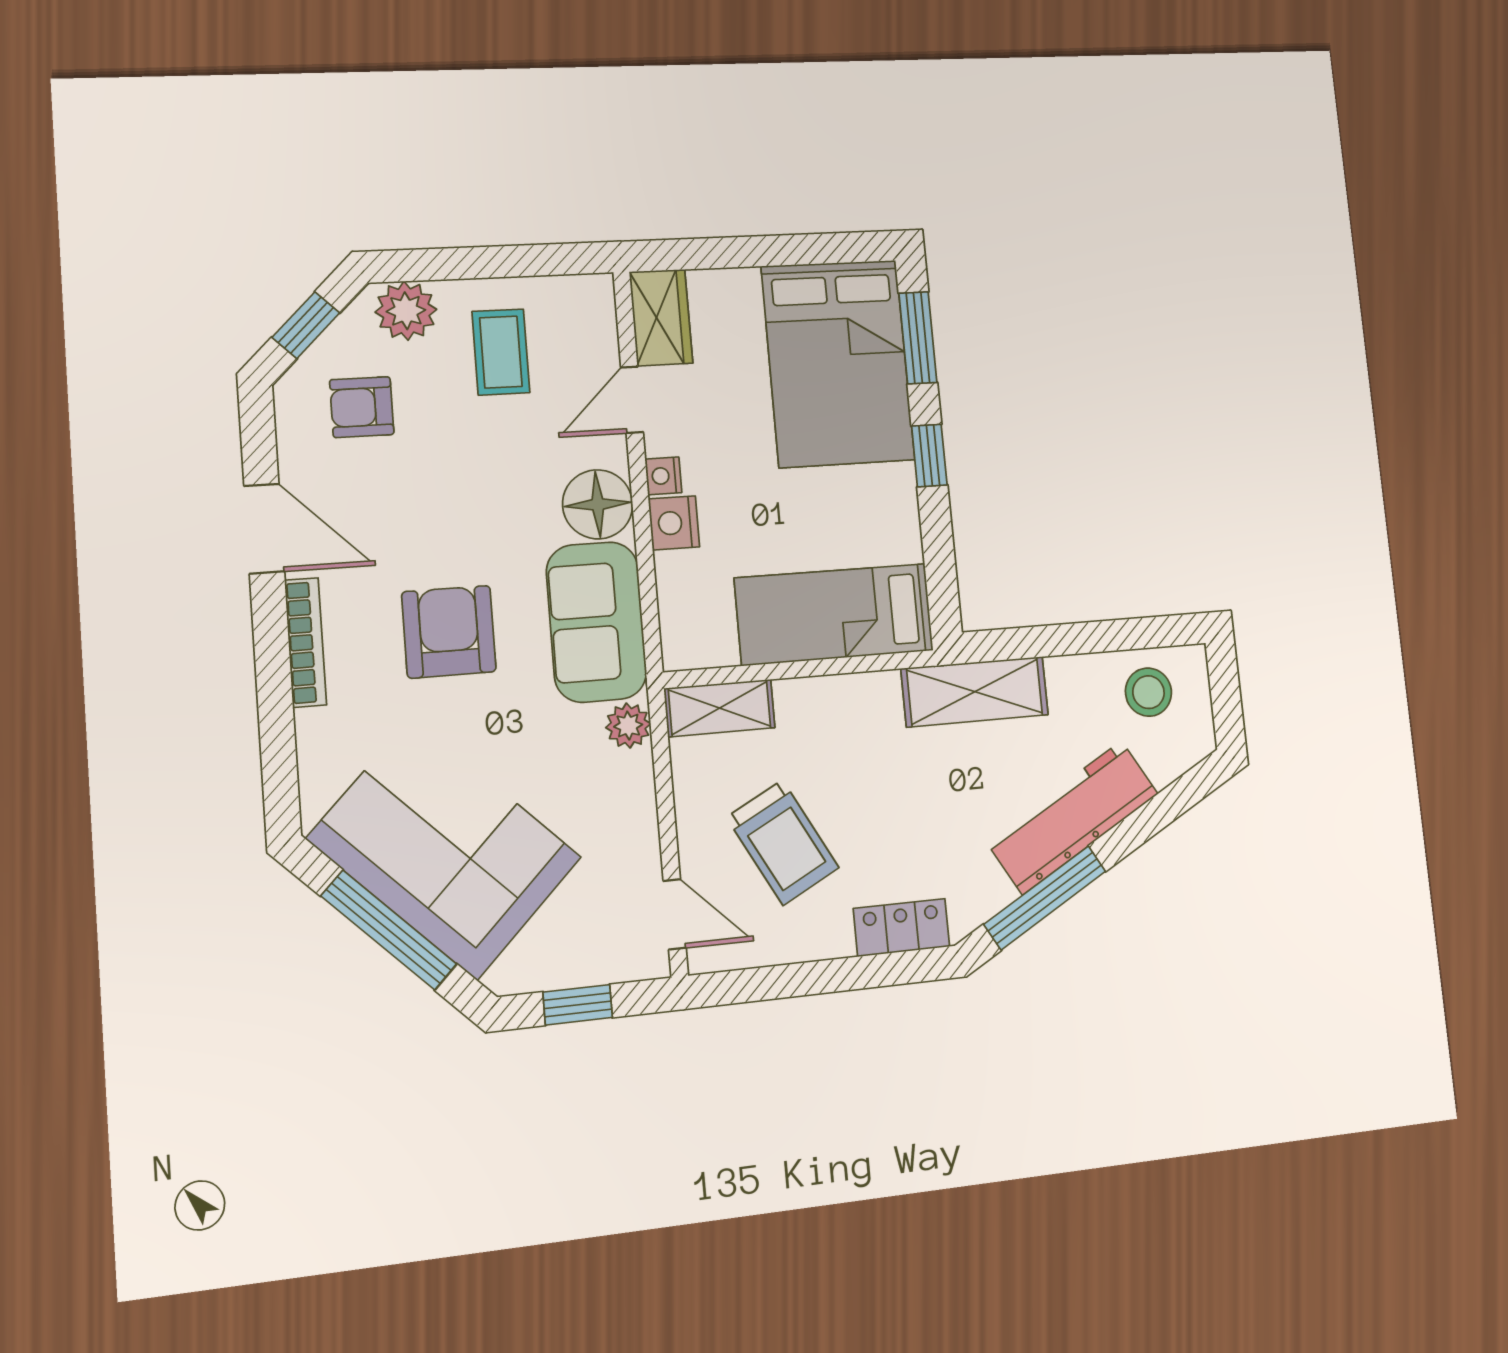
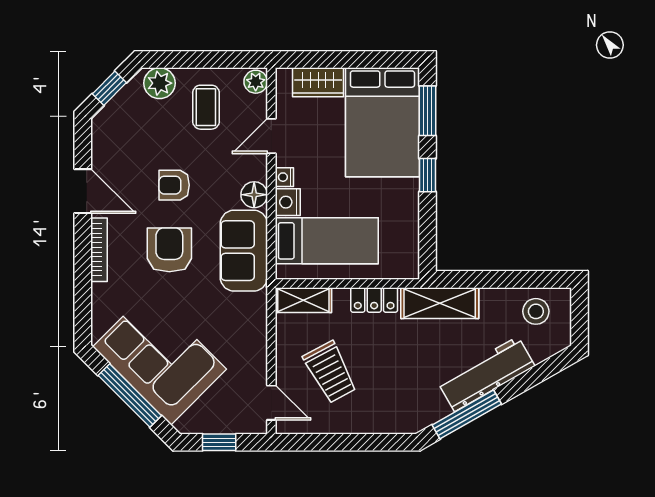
wardrobe: (661, 317) -> (318, 82), moved, turned 90
armchair: (362, 407) -> (174, 185), moved
floor lamp: (598, 504) -> (254, 195), width x0.73, depth x0.73
bed: (834, 614) -> (327, 241), moved, turned 180
plant: (628, 726) -> (256, 82), moved
locker: (901, 928) -> (374, 300), moved, turned 180

